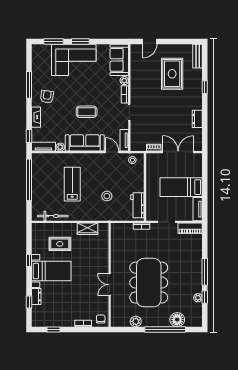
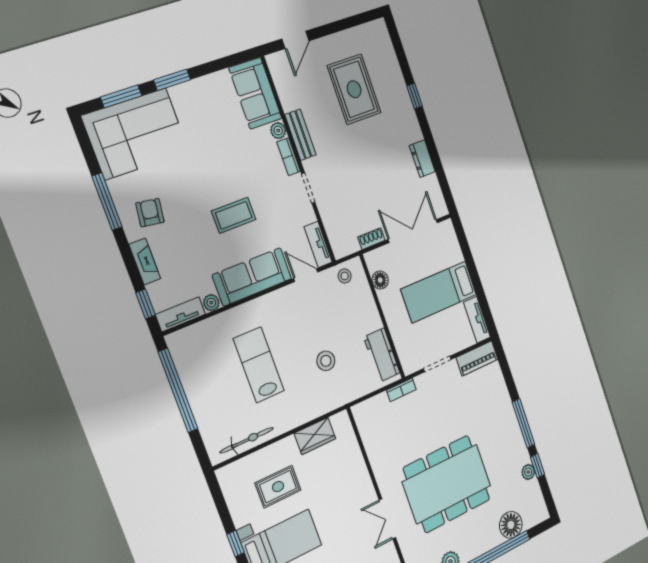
bench: (198, 56) -> (300, 135), moved
corner sofa: (74, 60) -> (136, 134), moved
floor lamp: (151, 169) -> (380, 280), added
dining table: (149, 283) -> (447, 484), turned 90

